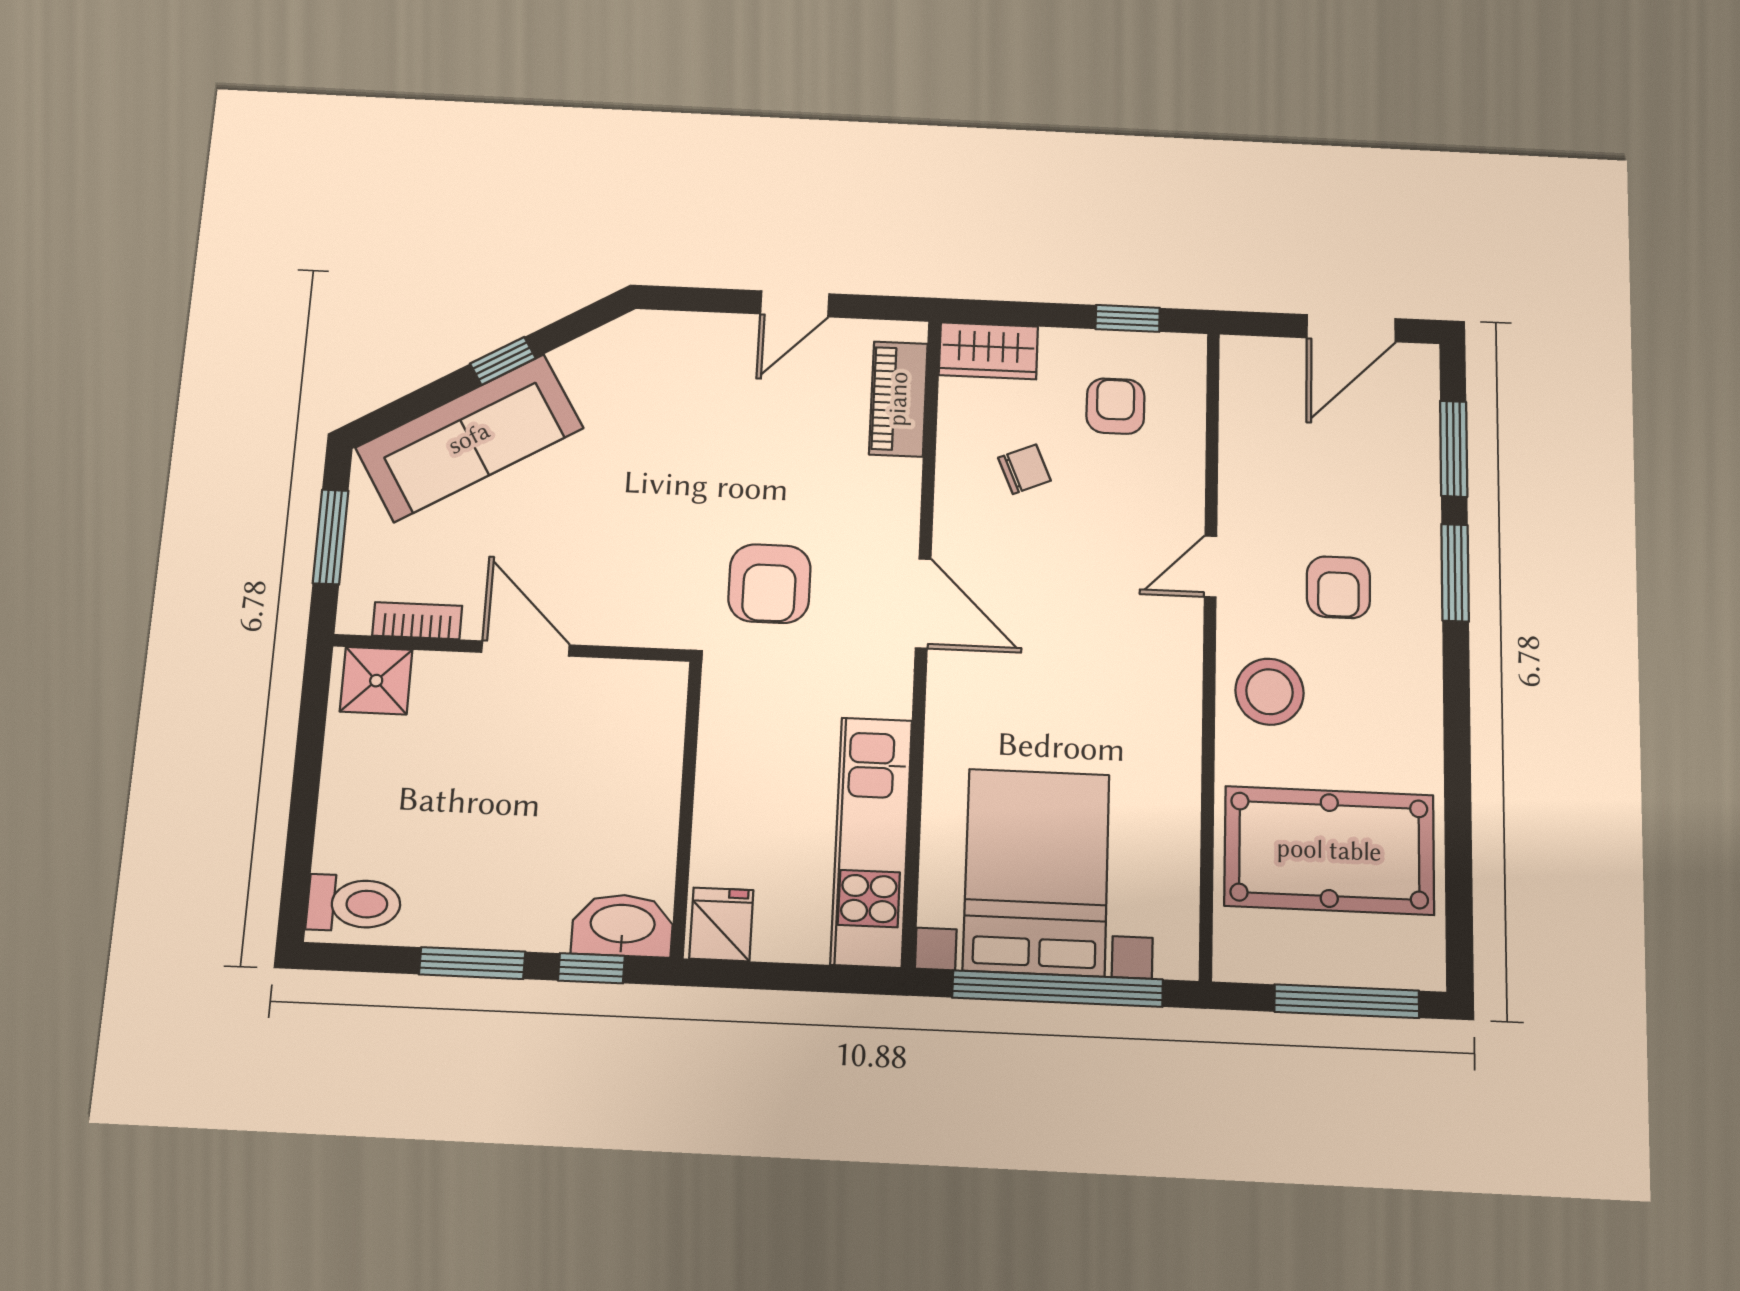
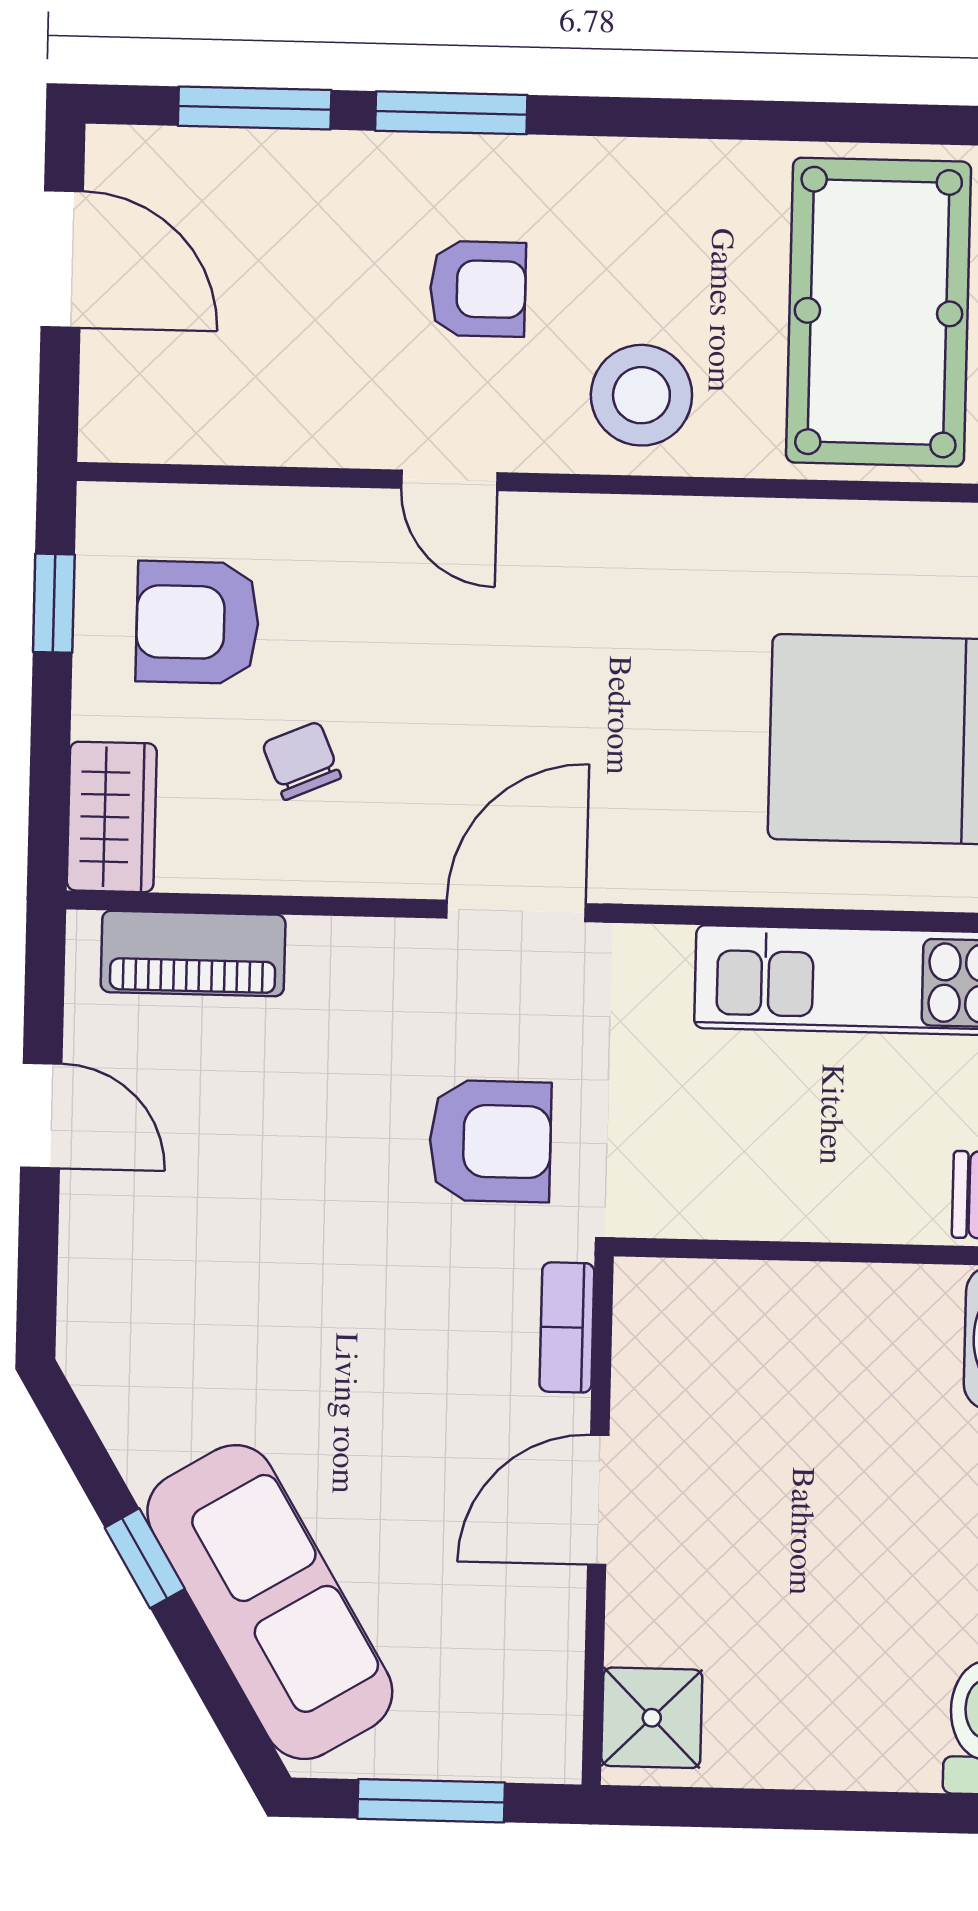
armchair: (1115, 406) -> (197, 622), width x1.38, depth x1.38
bookcase: (417, 621) -> (567, 1327), moved

